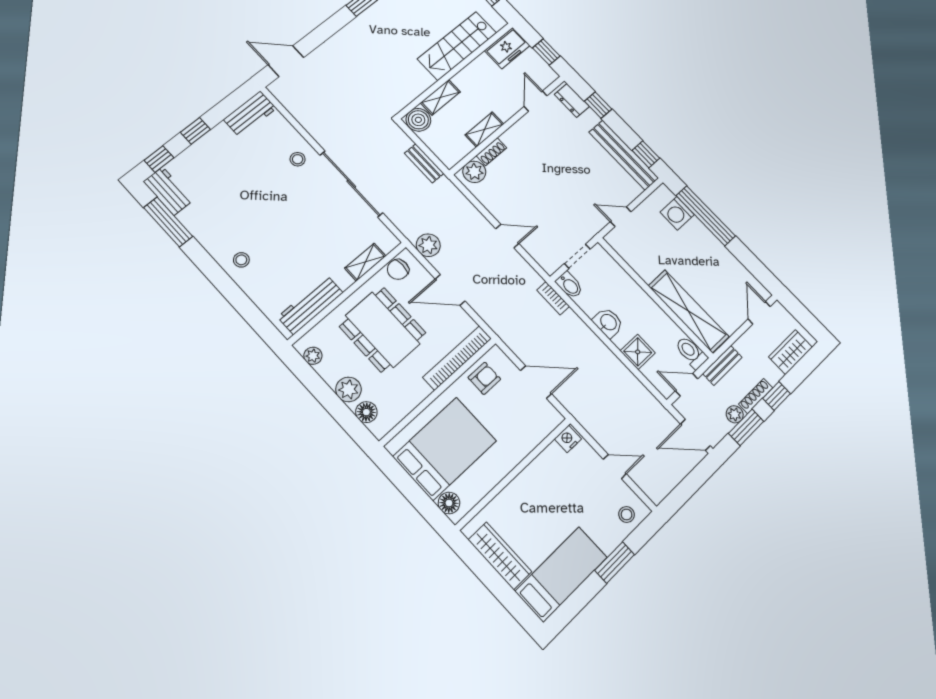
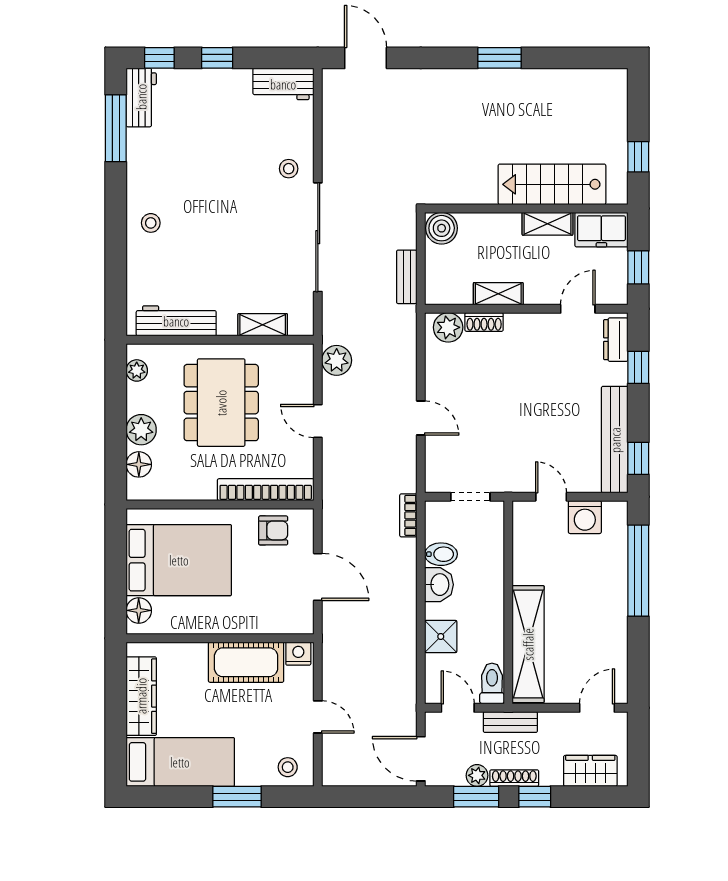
shelving: (440, 97) -> (547, 224), moved
washing machine: (677, 213) -> (585, 517), moved, turned -90
chair: (398, 269) -> (287, 359), removed
bidet: (569, 285) -> (441, 554), moved, turned -90
door: (450, 290) -> (318, 421), width x0.73
cot: (543, 473) -> (246, 662), added

